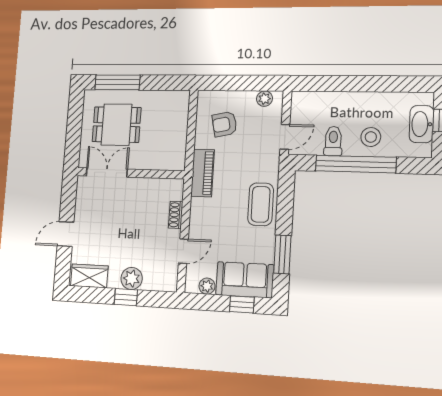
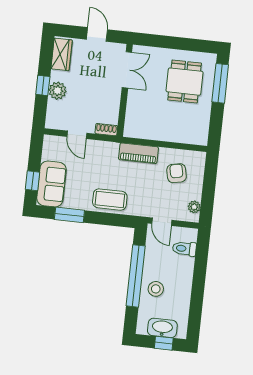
toilet: (333, 141) -> (184, 249), moved, turned 180
double door: (107, 172) -> (127, 70), moved
wall: (130, 173) -> (125, 90), moved
plant: (207, 286) -> (48, 153), removed

